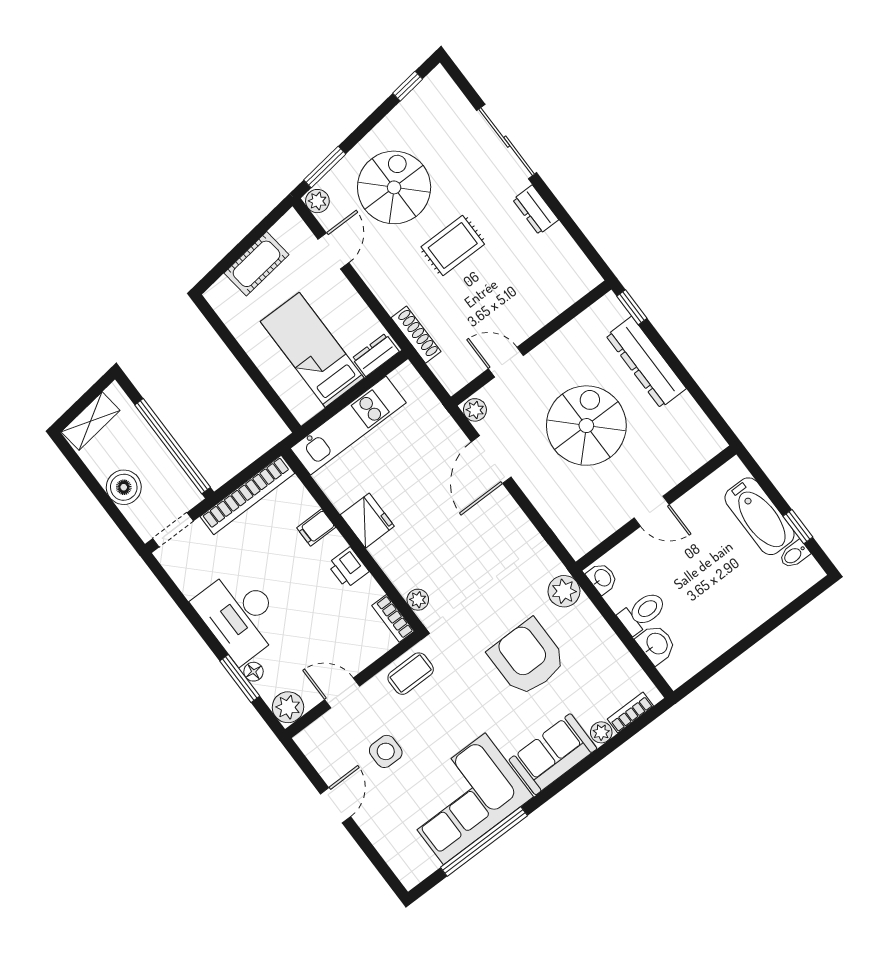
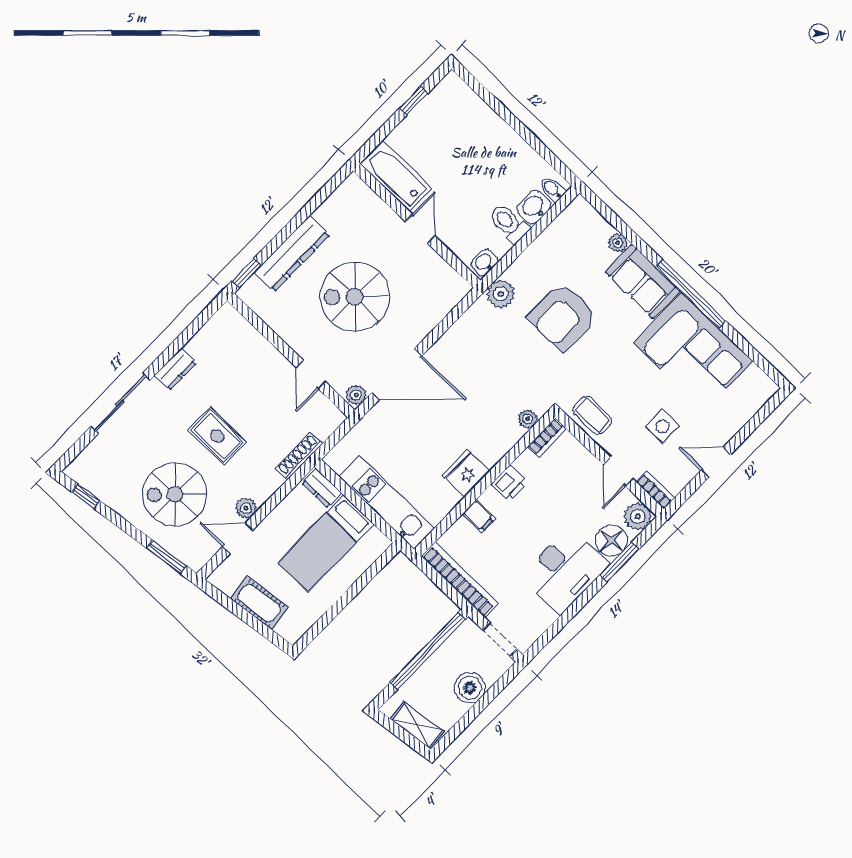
plant: (317, 201) -> (246, 508), moved
door: (491, 459) -> (397, 374), width x1.36
bathtub: (760, 516) -> (396, 176), moved, turned -90
bidet: (794, 555) -> (552, 189), moved, turned 180
floor lamp: (254, 672) -> (611, 541), width x1.89, depth x1.89
bookcase: (630, 712) -> (655, 490), moved, turned 180
window: (484, 841) -> (691, 294), moved

